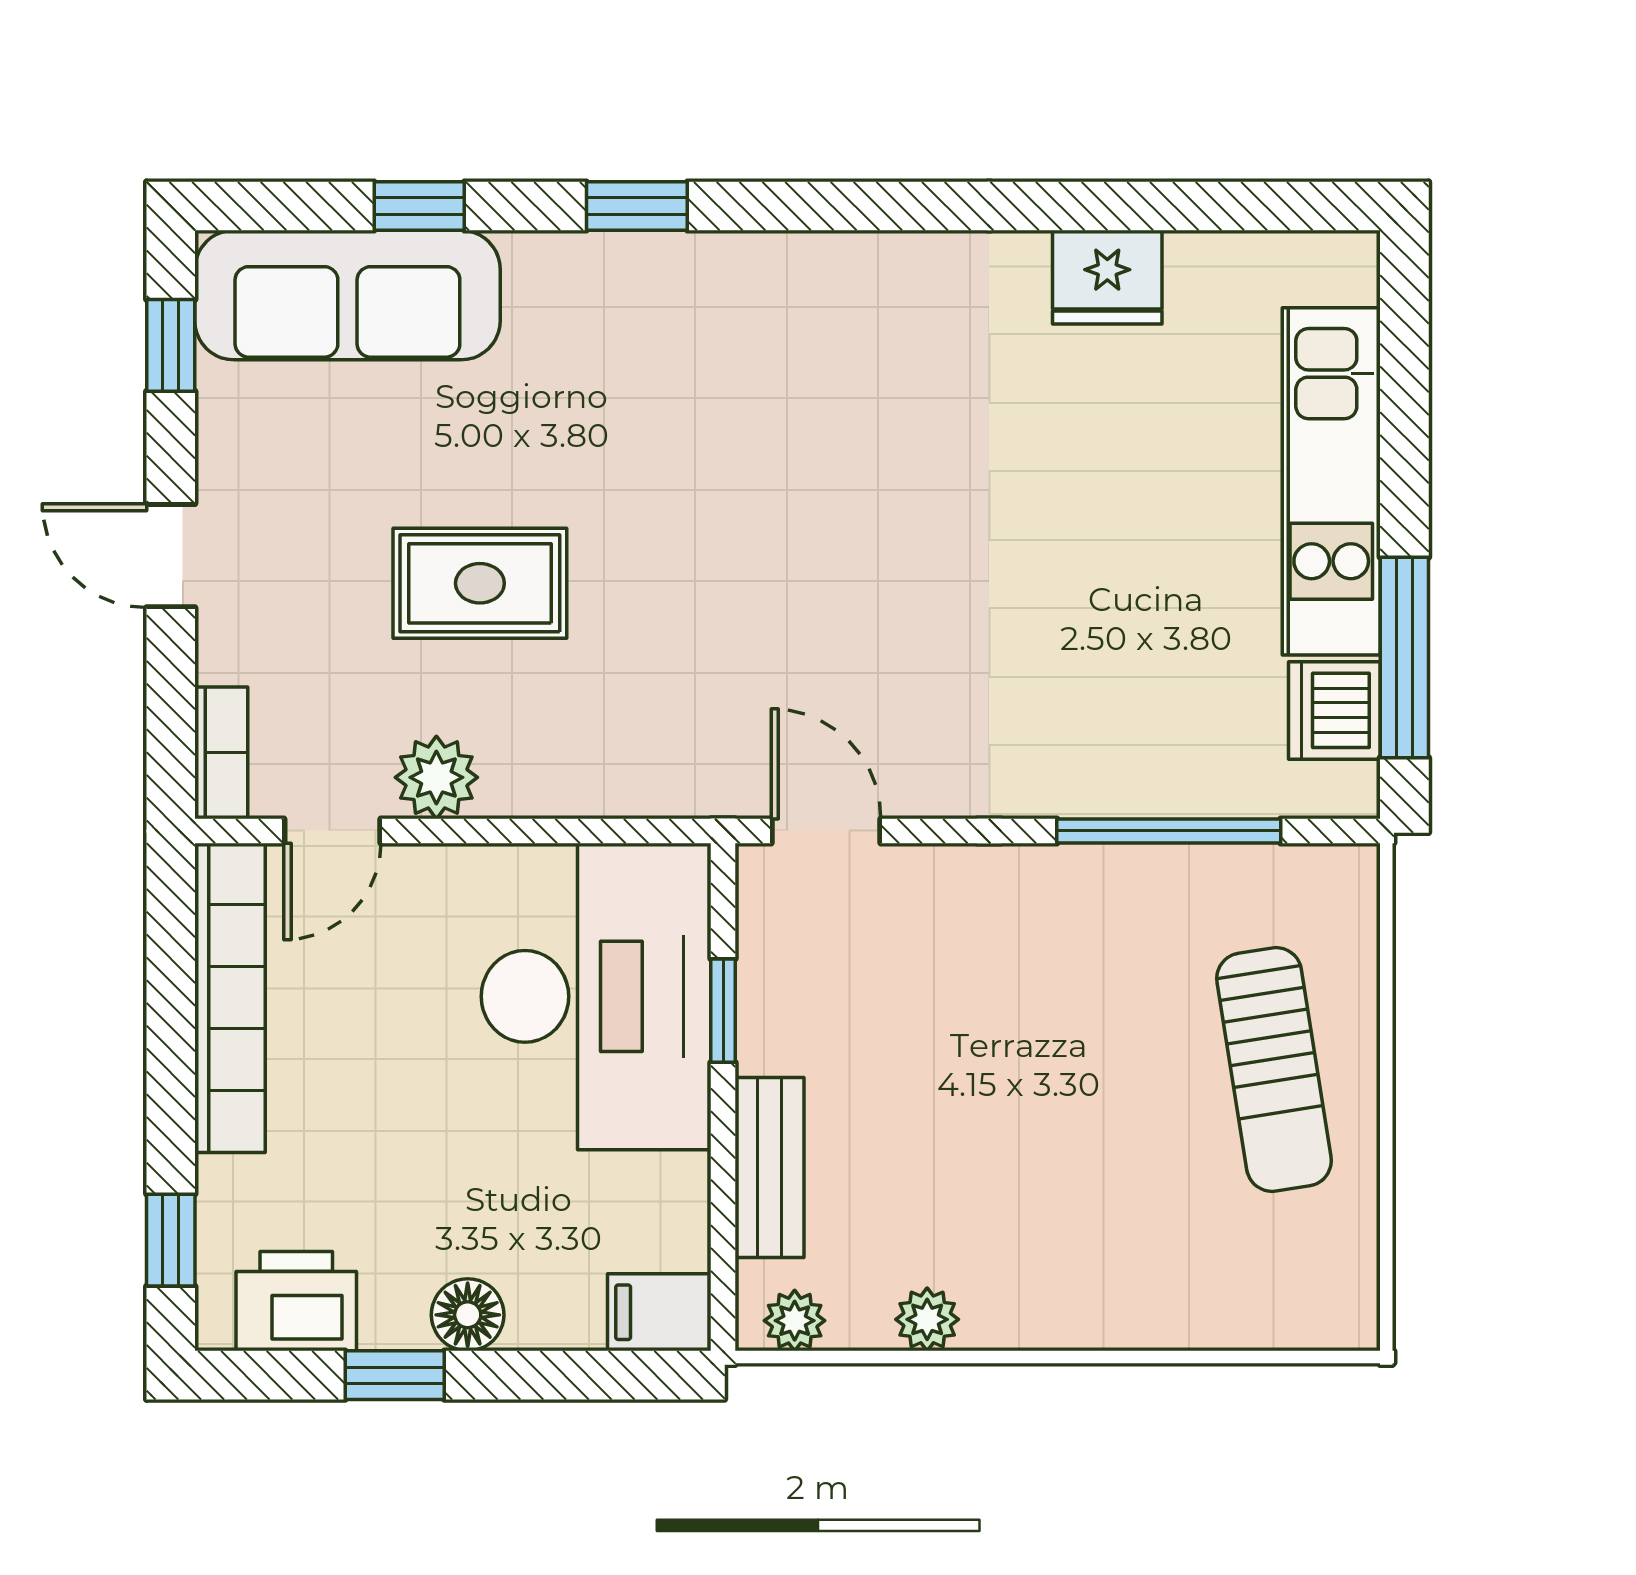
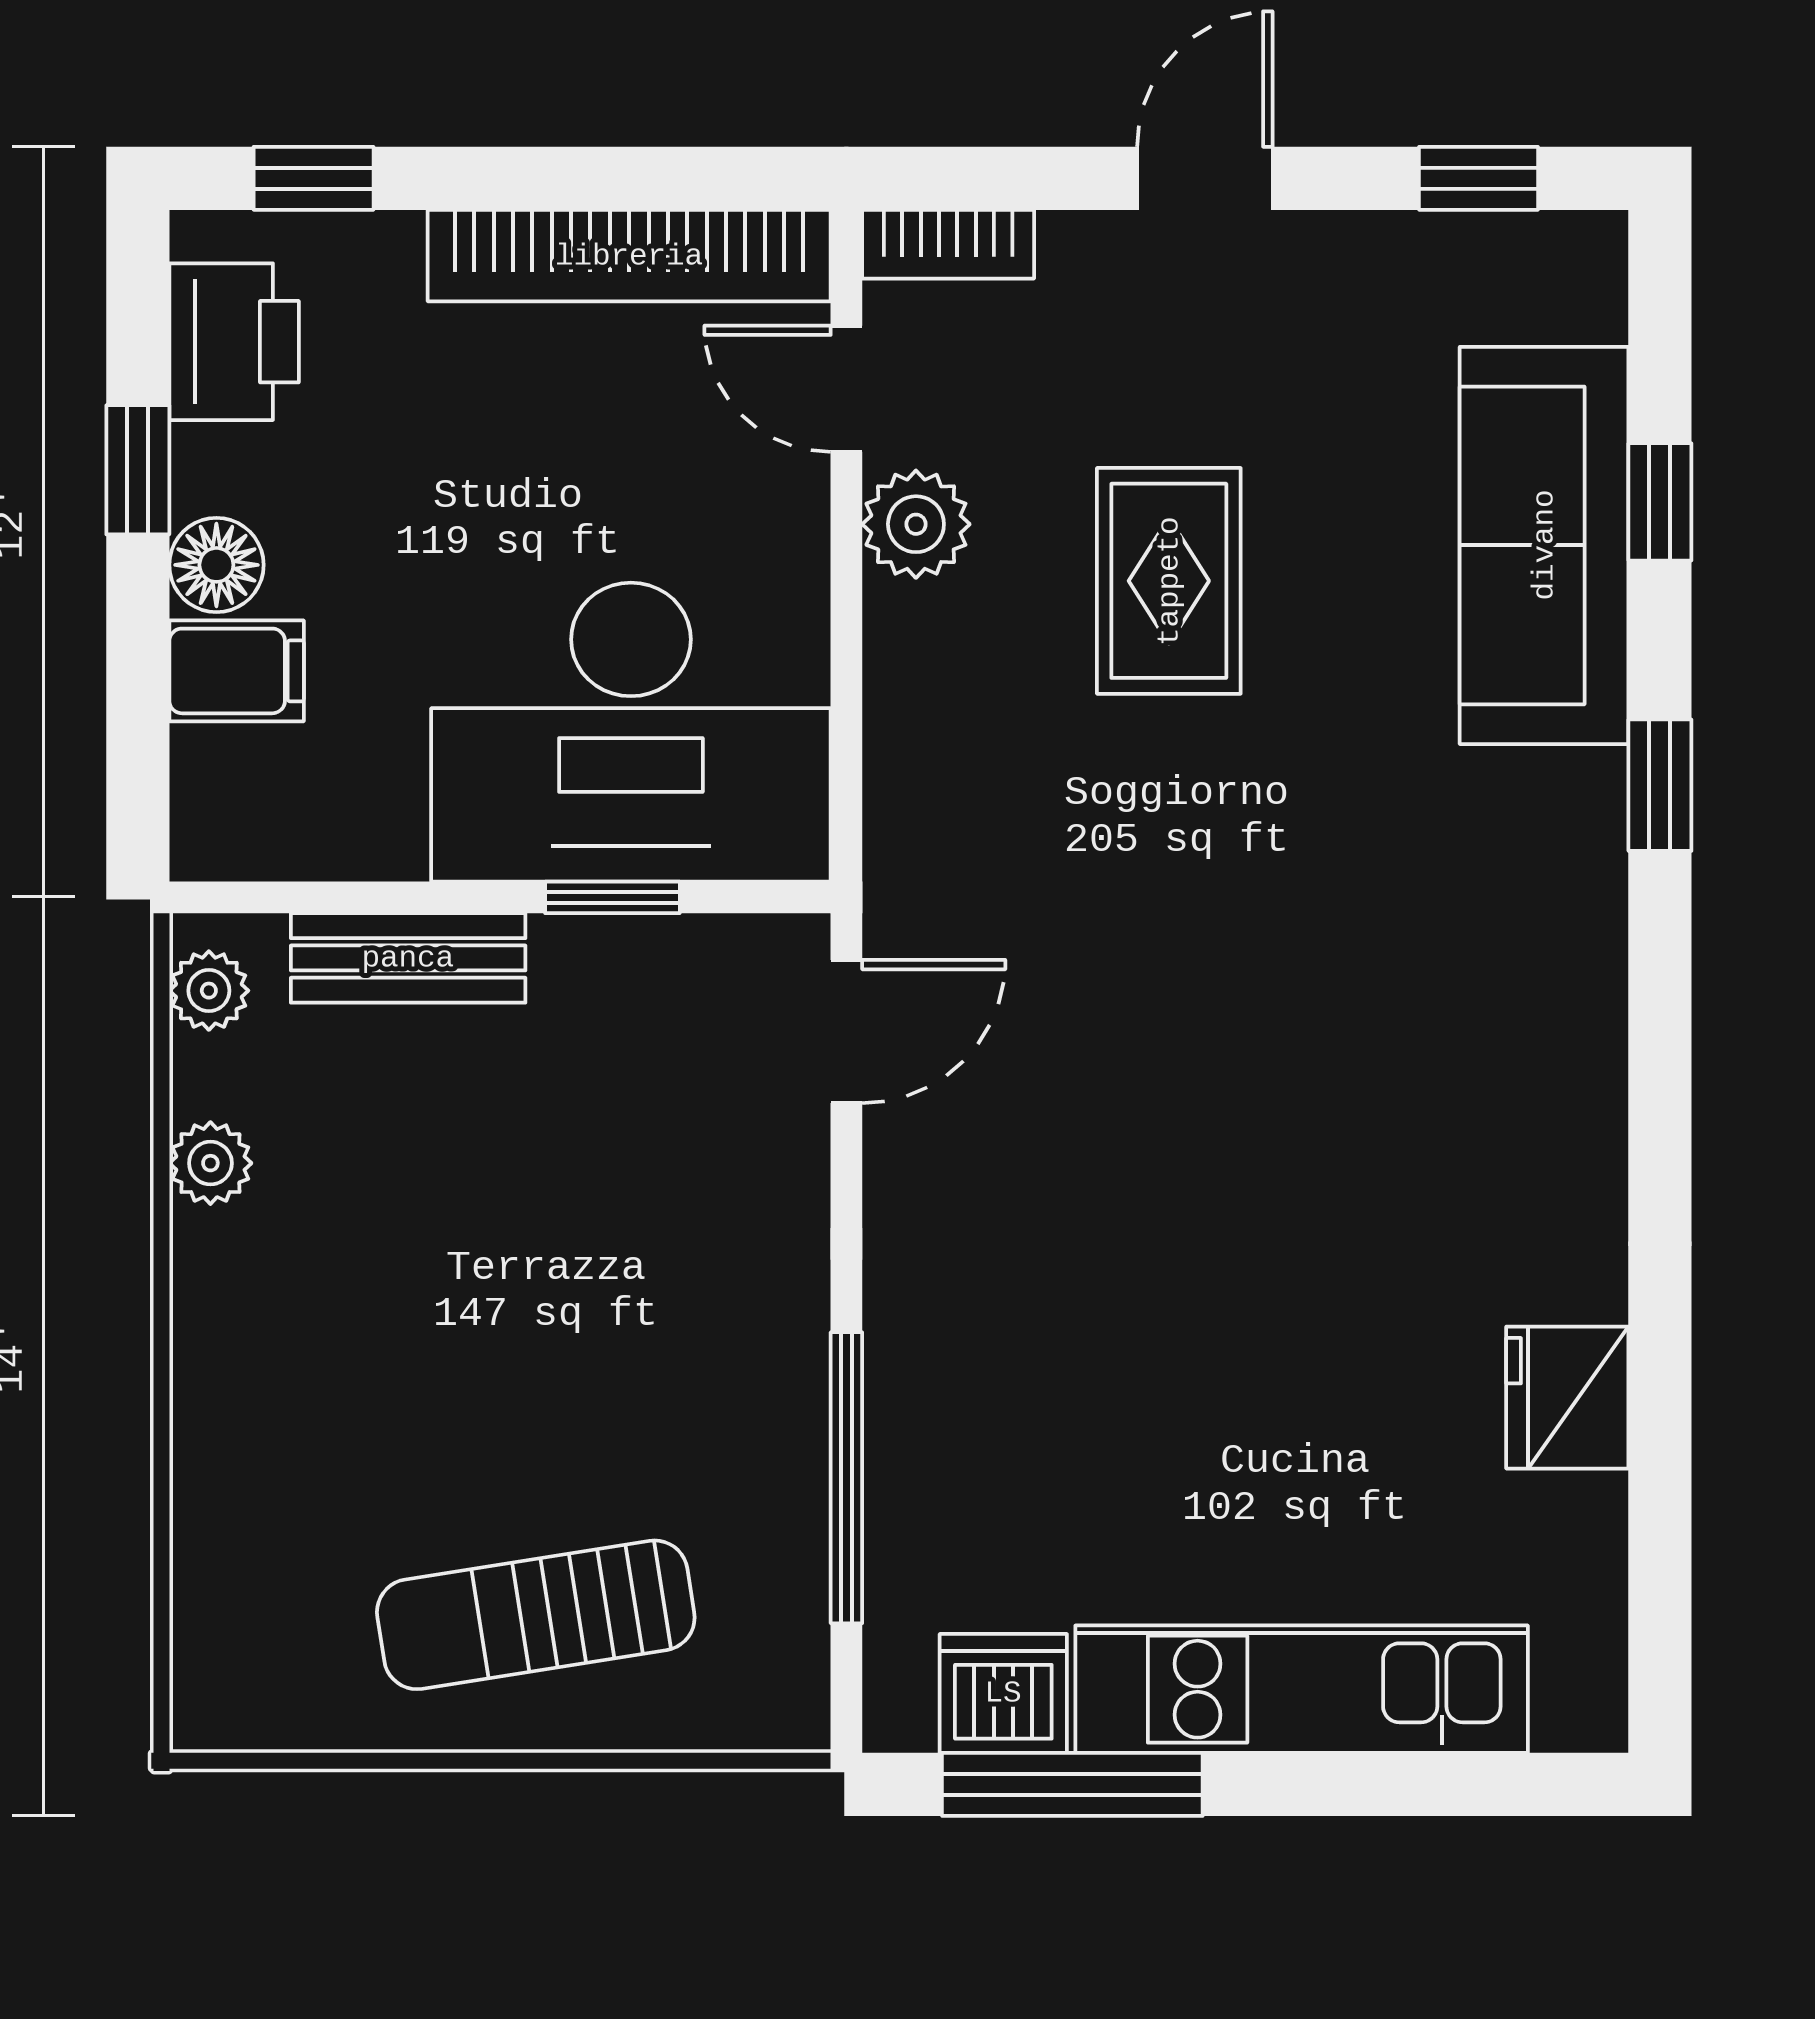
sofa: (347, 295) -> (1544, 545), moved
filing cabinet: (659, 1312) -> (237, 671), moved, turned 90

